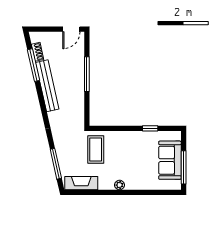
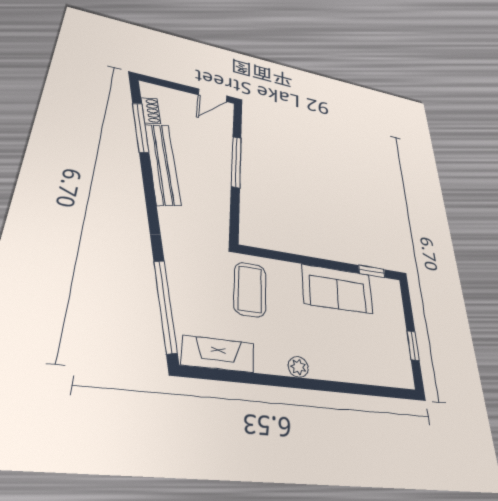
window: (150, 128) -> (372, 271), moved
sofa: (170, 160) -> (337, 289), moved, turned -90
window: (56, 164) -> (165, 306), width x1.46
window: (184, 167) -> (413, 346), width x0.46

